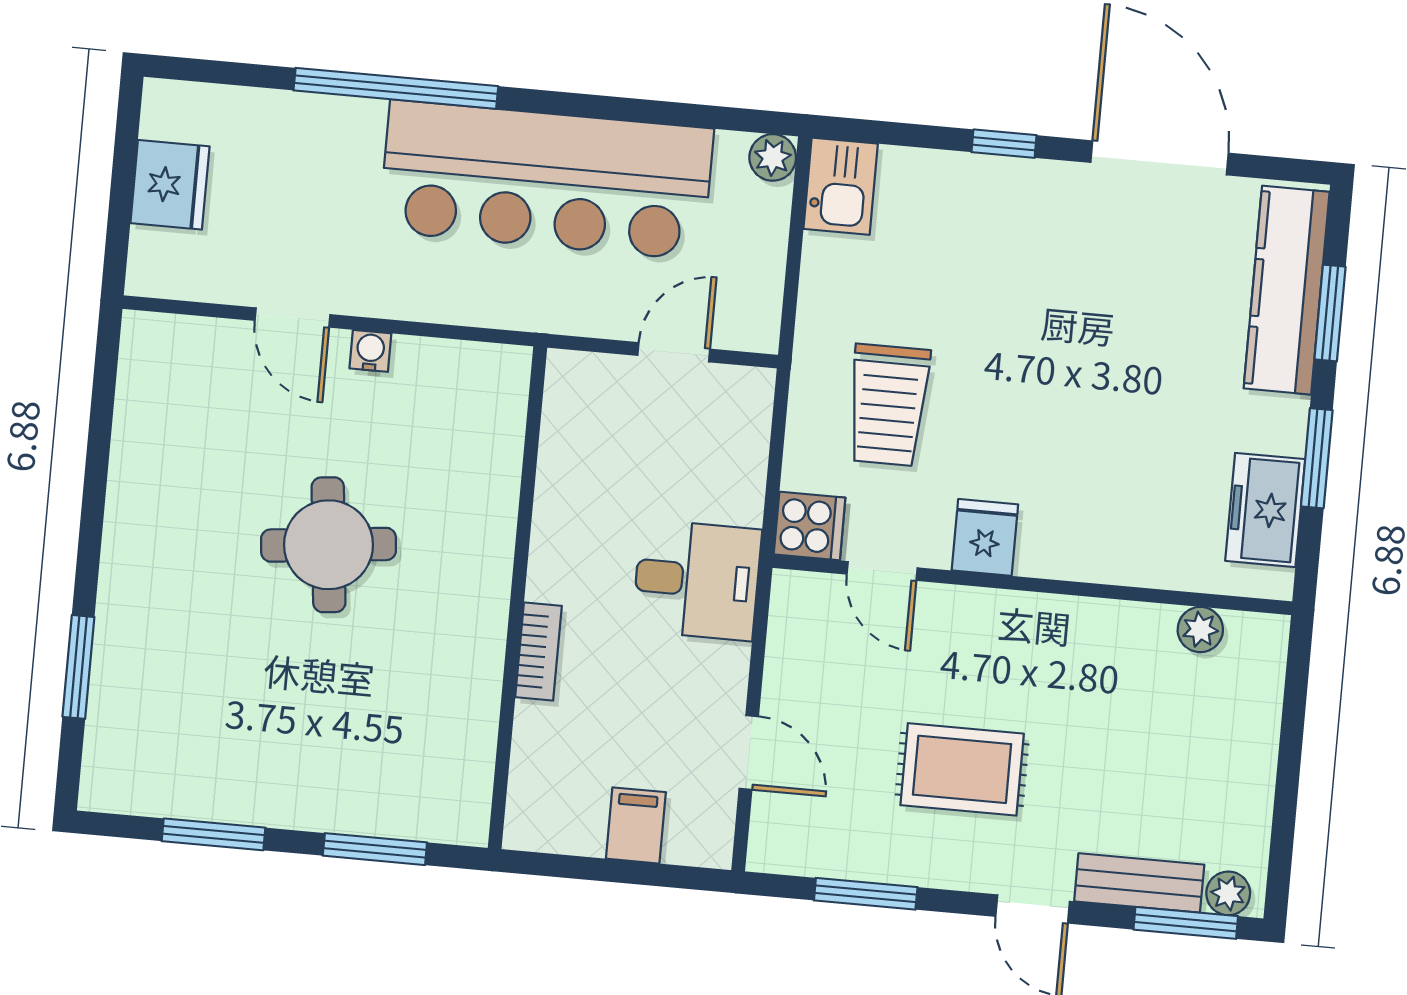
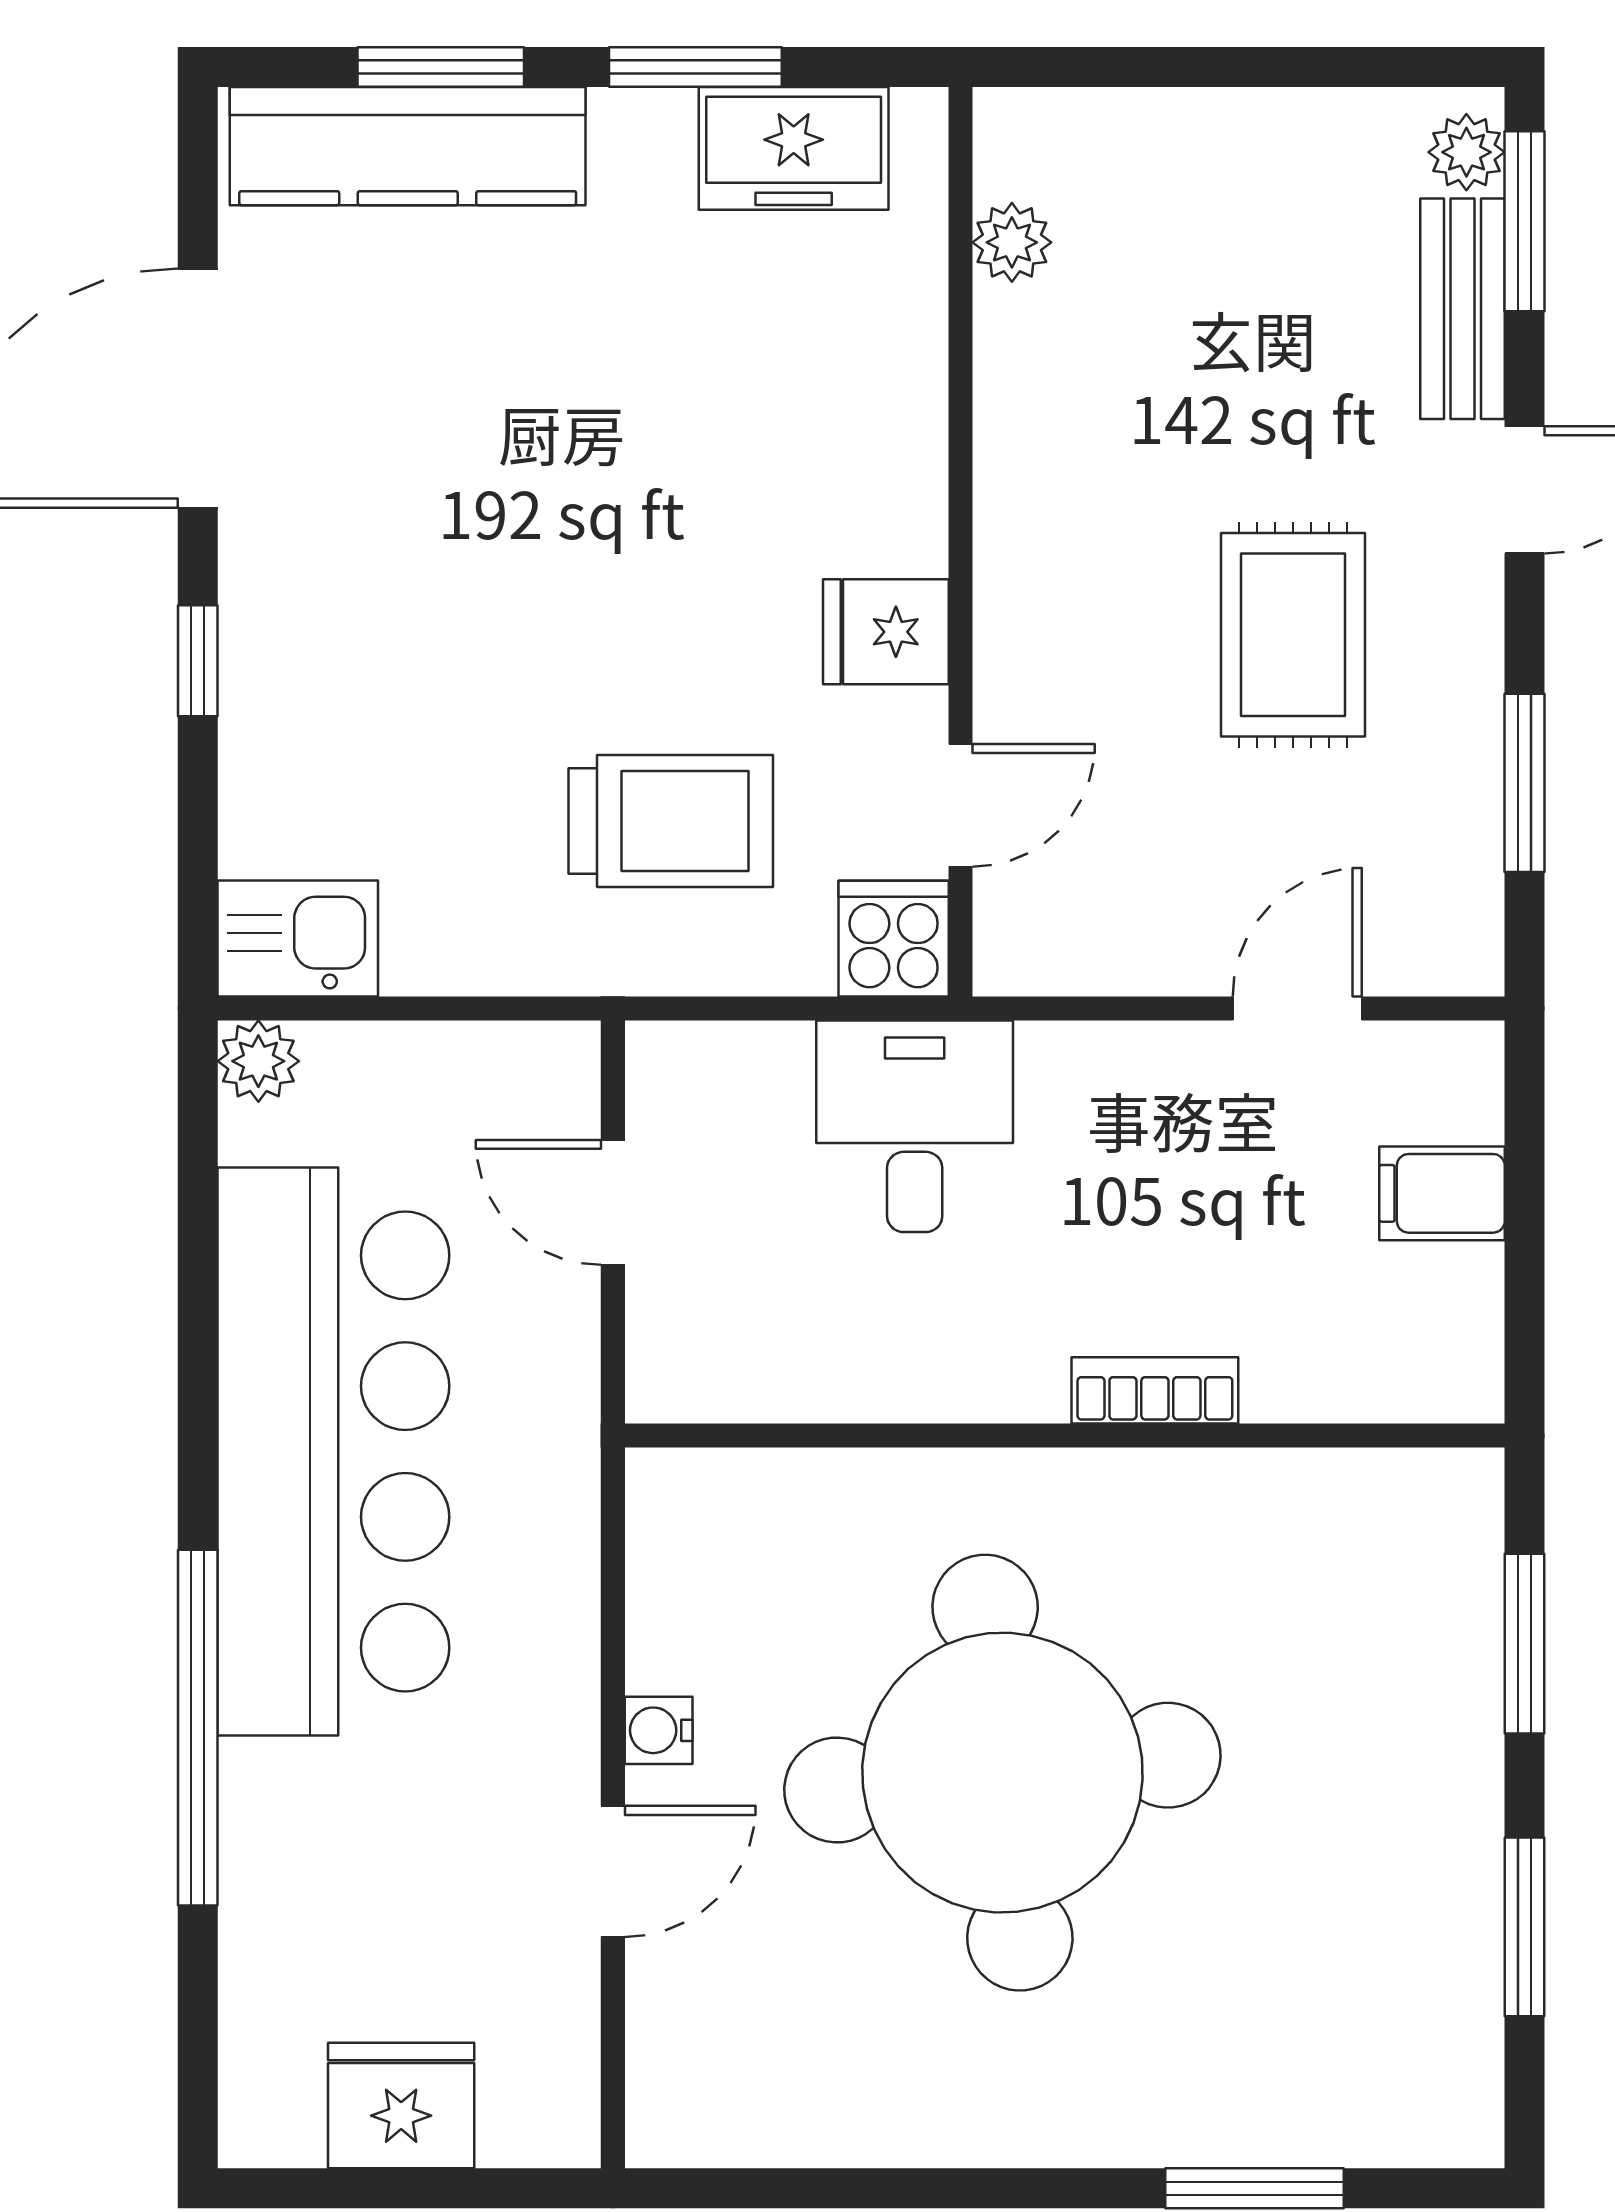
round table: (329, 545) -> (1002, 1773), width x1.86, depth x1.86
desk: (697, 580) -> (915, 1126), moved

